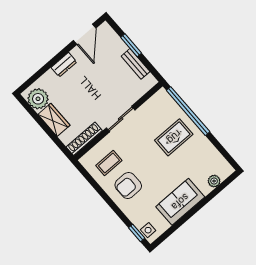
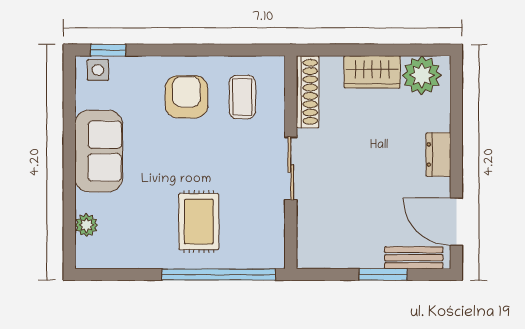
bench: (136, 64) -> (414, 258), moved

